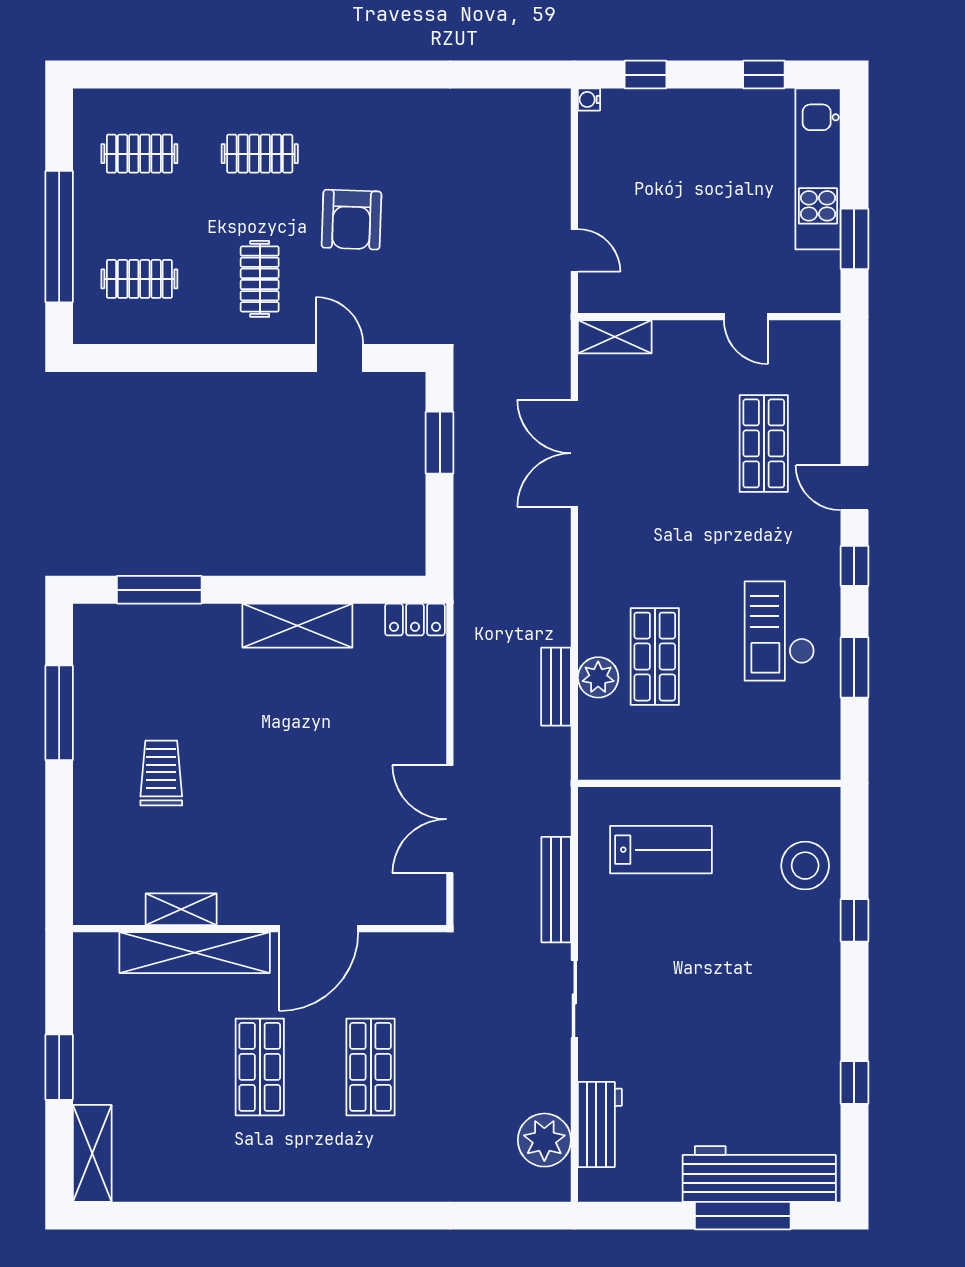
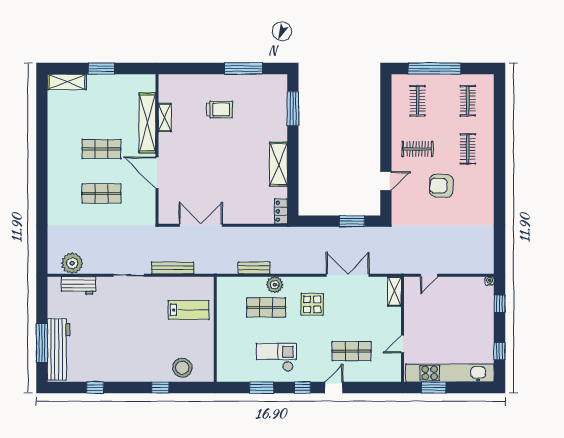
kitchen unit: (818, 169) -> (450, 373), width x1.36
display table: (647, 542) -> (312, 304), added
plant: (598, 677) -> (275, 285), moved
lab bench: (661, 850) -> (189, 310), turned -90

